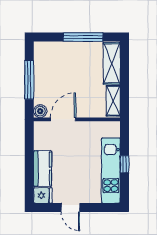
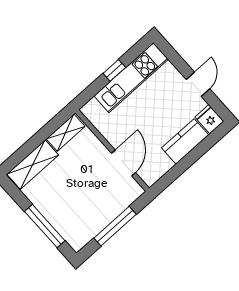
window: (83, 37) -> (45, 226), moved
boiler: (40, 111) -> (135, 191), removed
door: (63, 119) -> (124, 163), swing flipped

